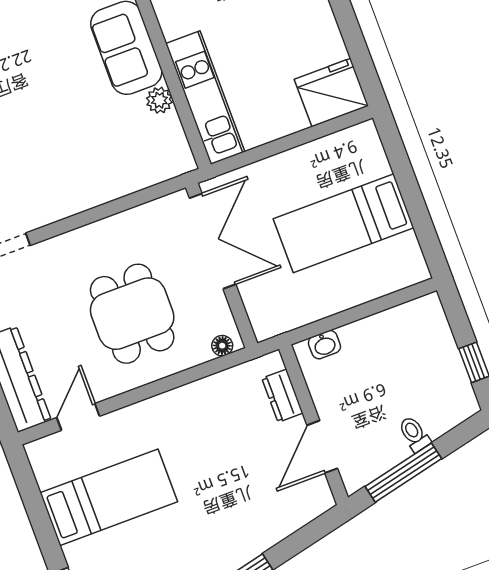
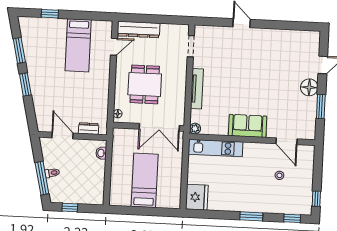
plant: (159, 100) -> (195, 129), moved
tv unit: (92, 195) -> (197, 89), added
dining table: (132, 314) -> (145, 84), turned 90
door: (78, 417) -> (114, 47), hinge flipped
window: (403, 473) -> (42, 178), moved

